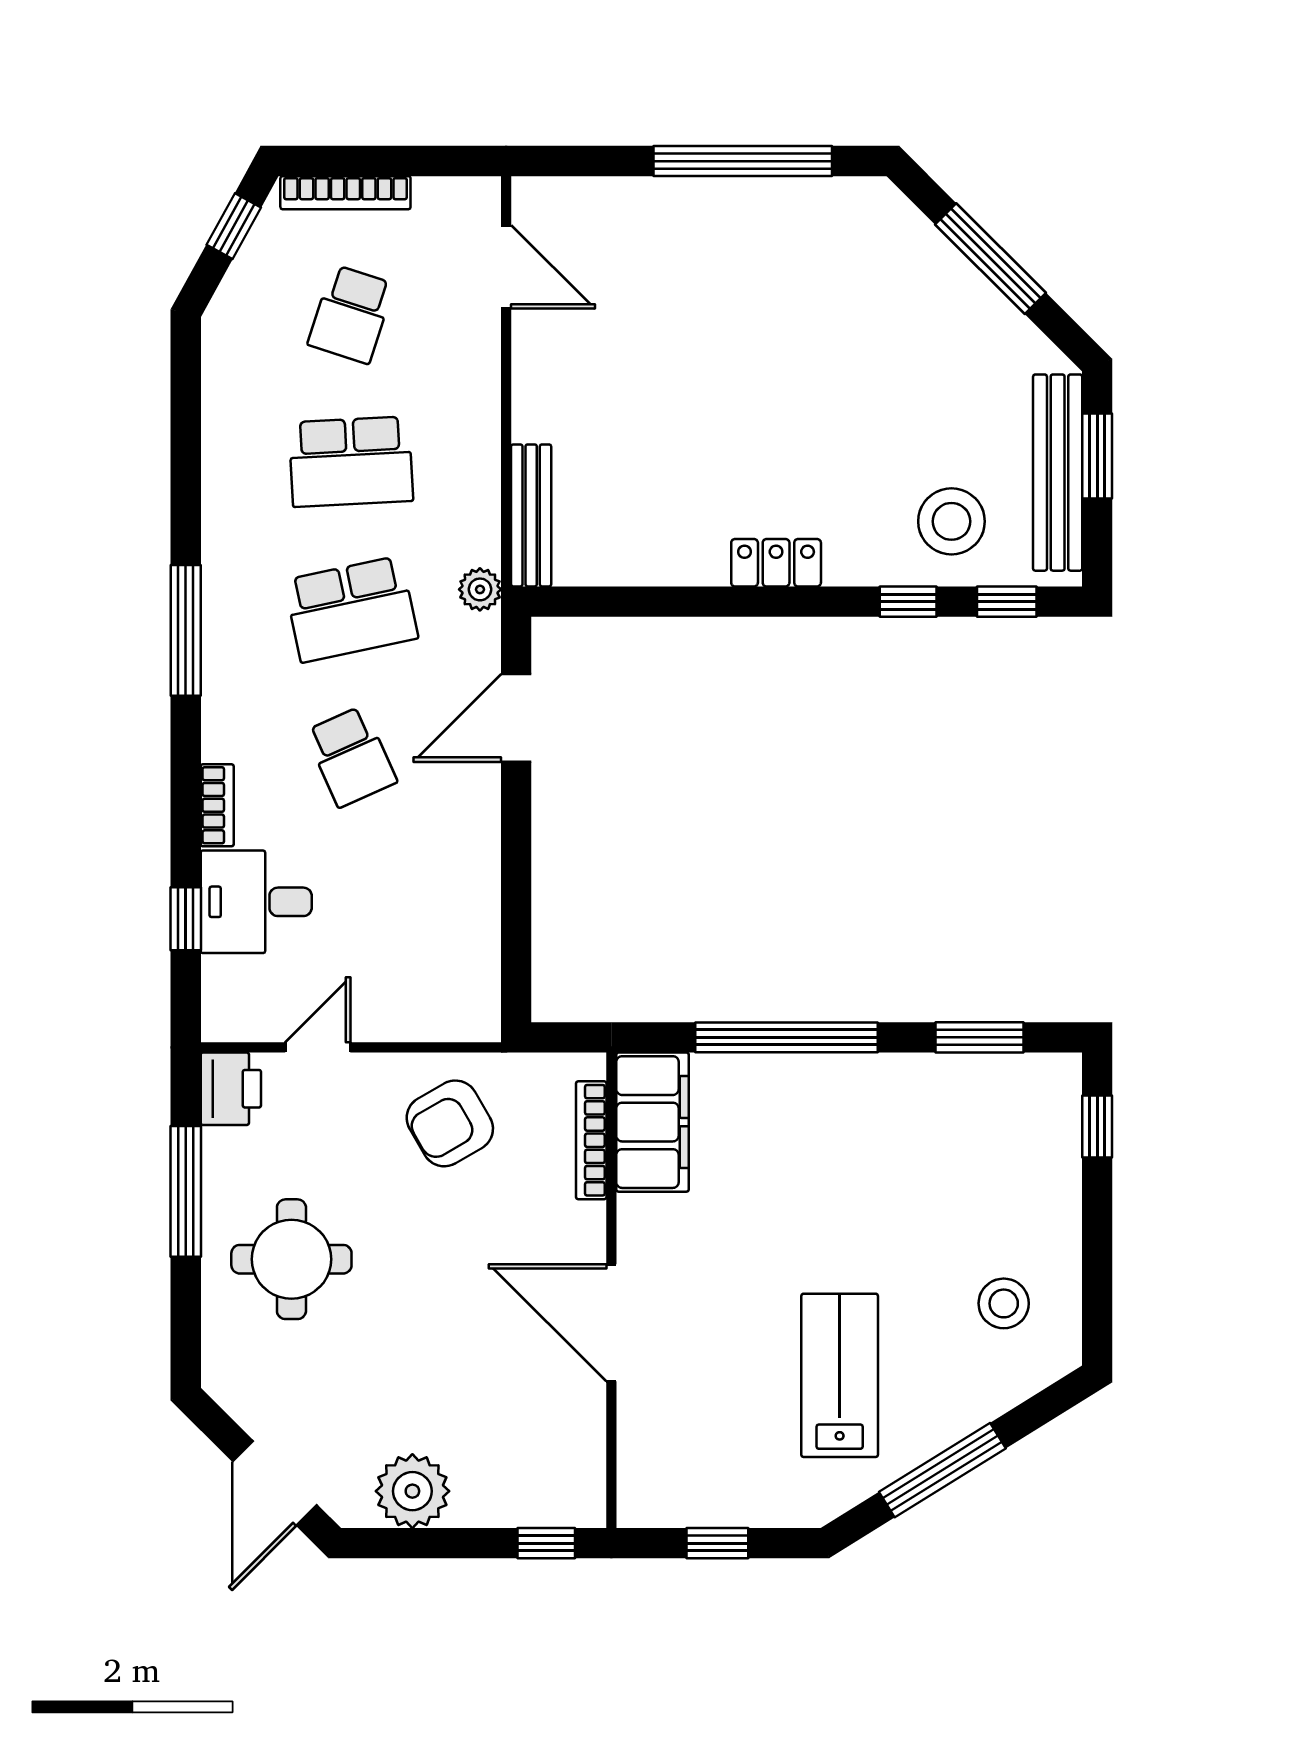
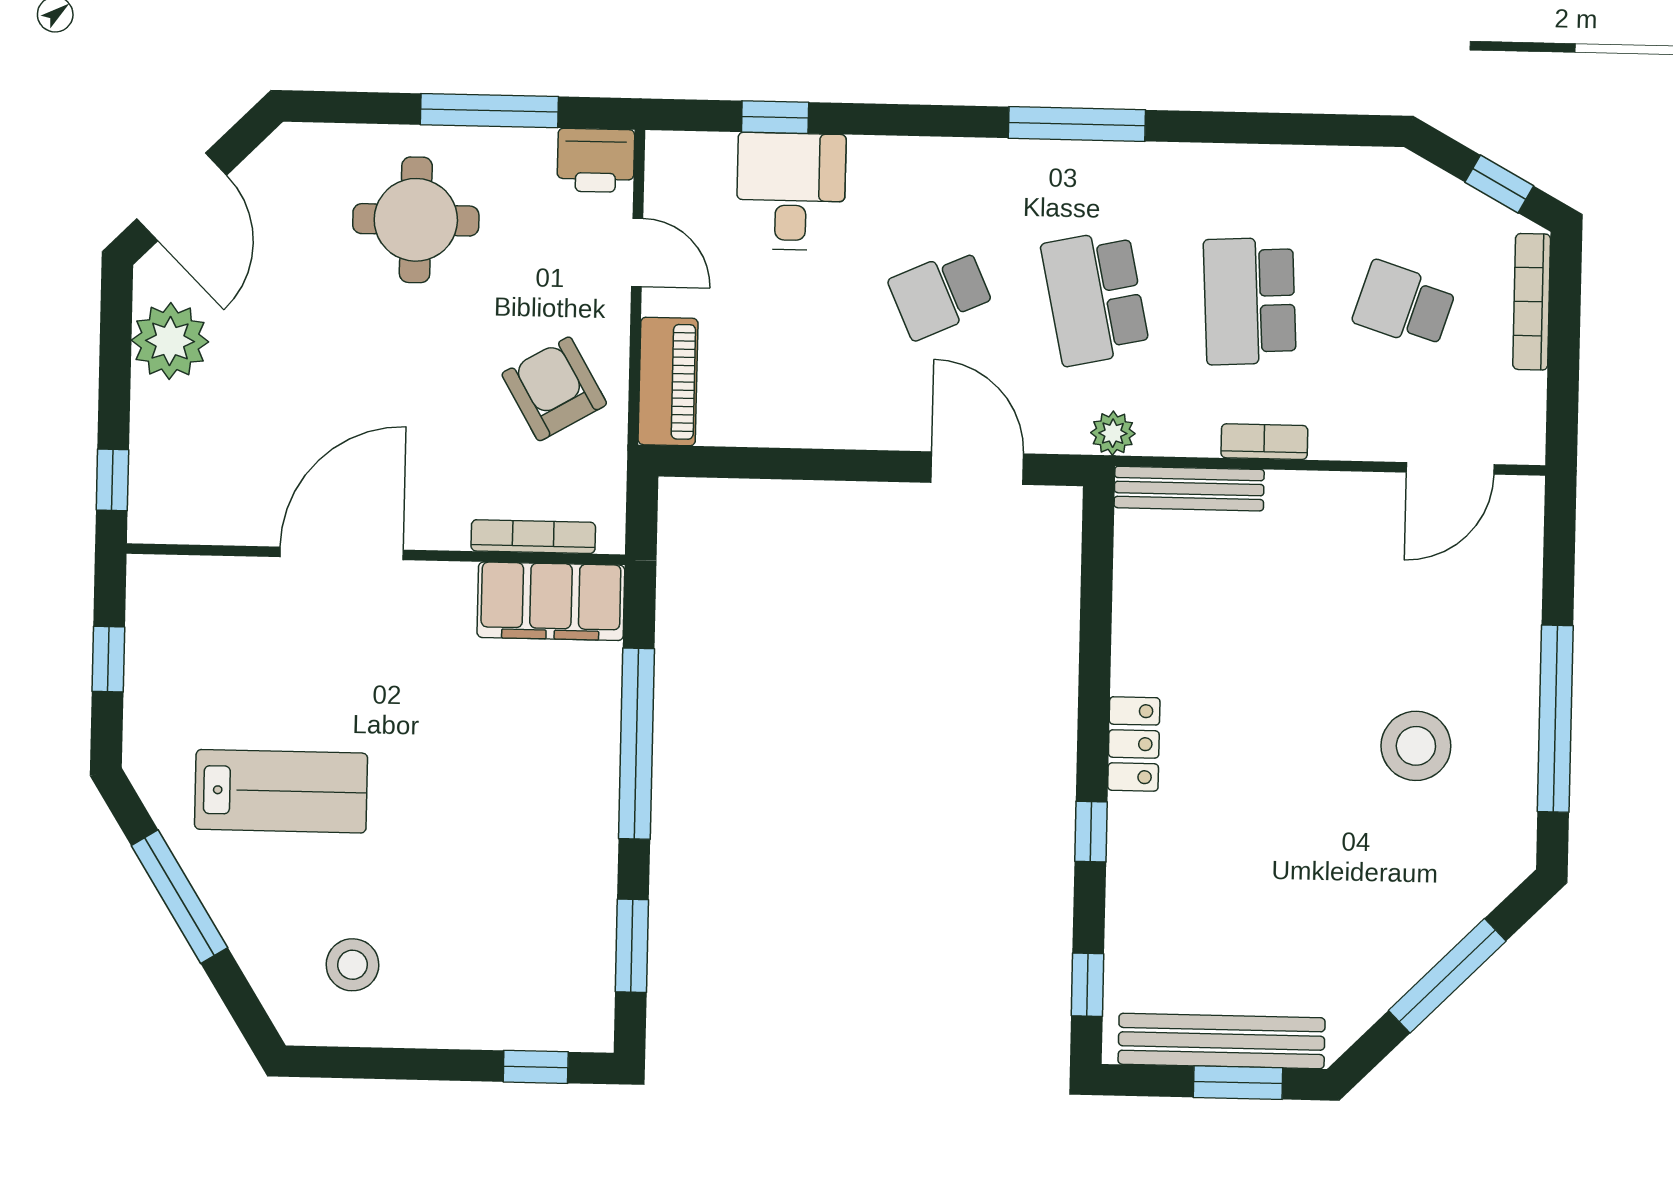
stool: (951, 521) -> (1416, 746), moved
window: (908, 602) -> (1091, 832), moved
bookcase: (217, 805) -> (1264, 442), moved, turned 180
piano: (440, 1015) -> (668, 381), added
door: (275, 1483) -> (182, 197), swing flipped

